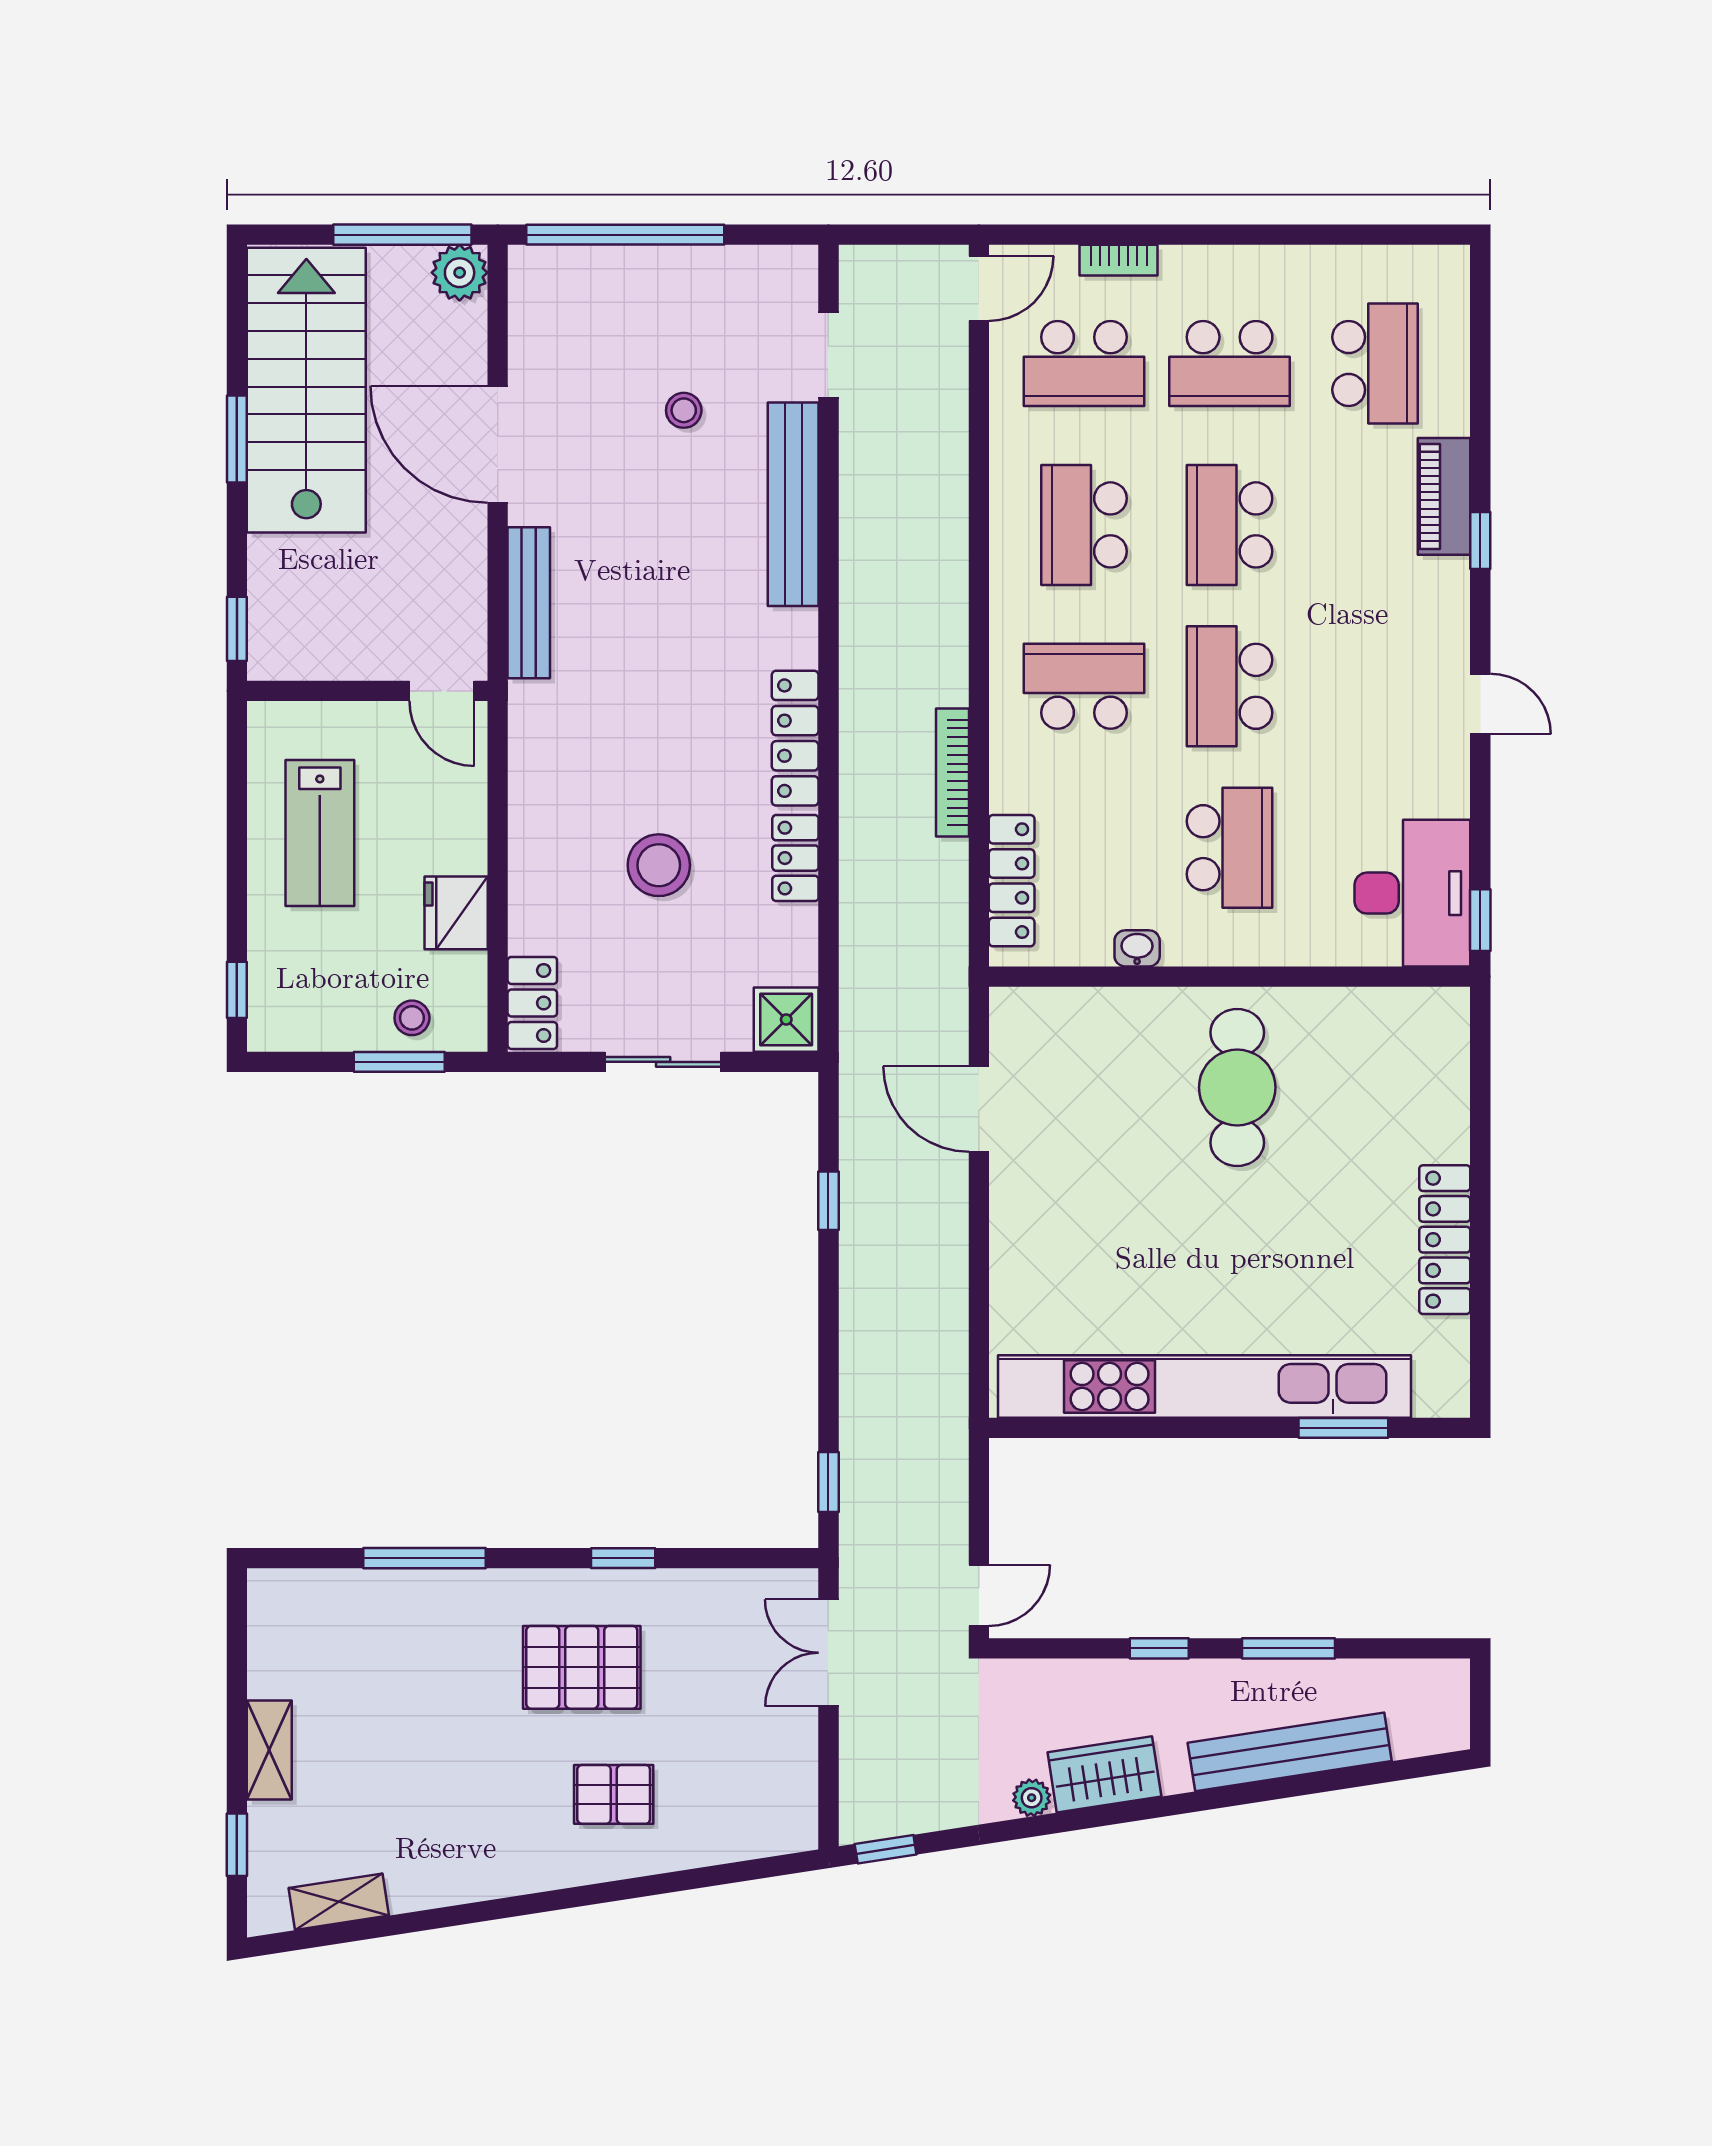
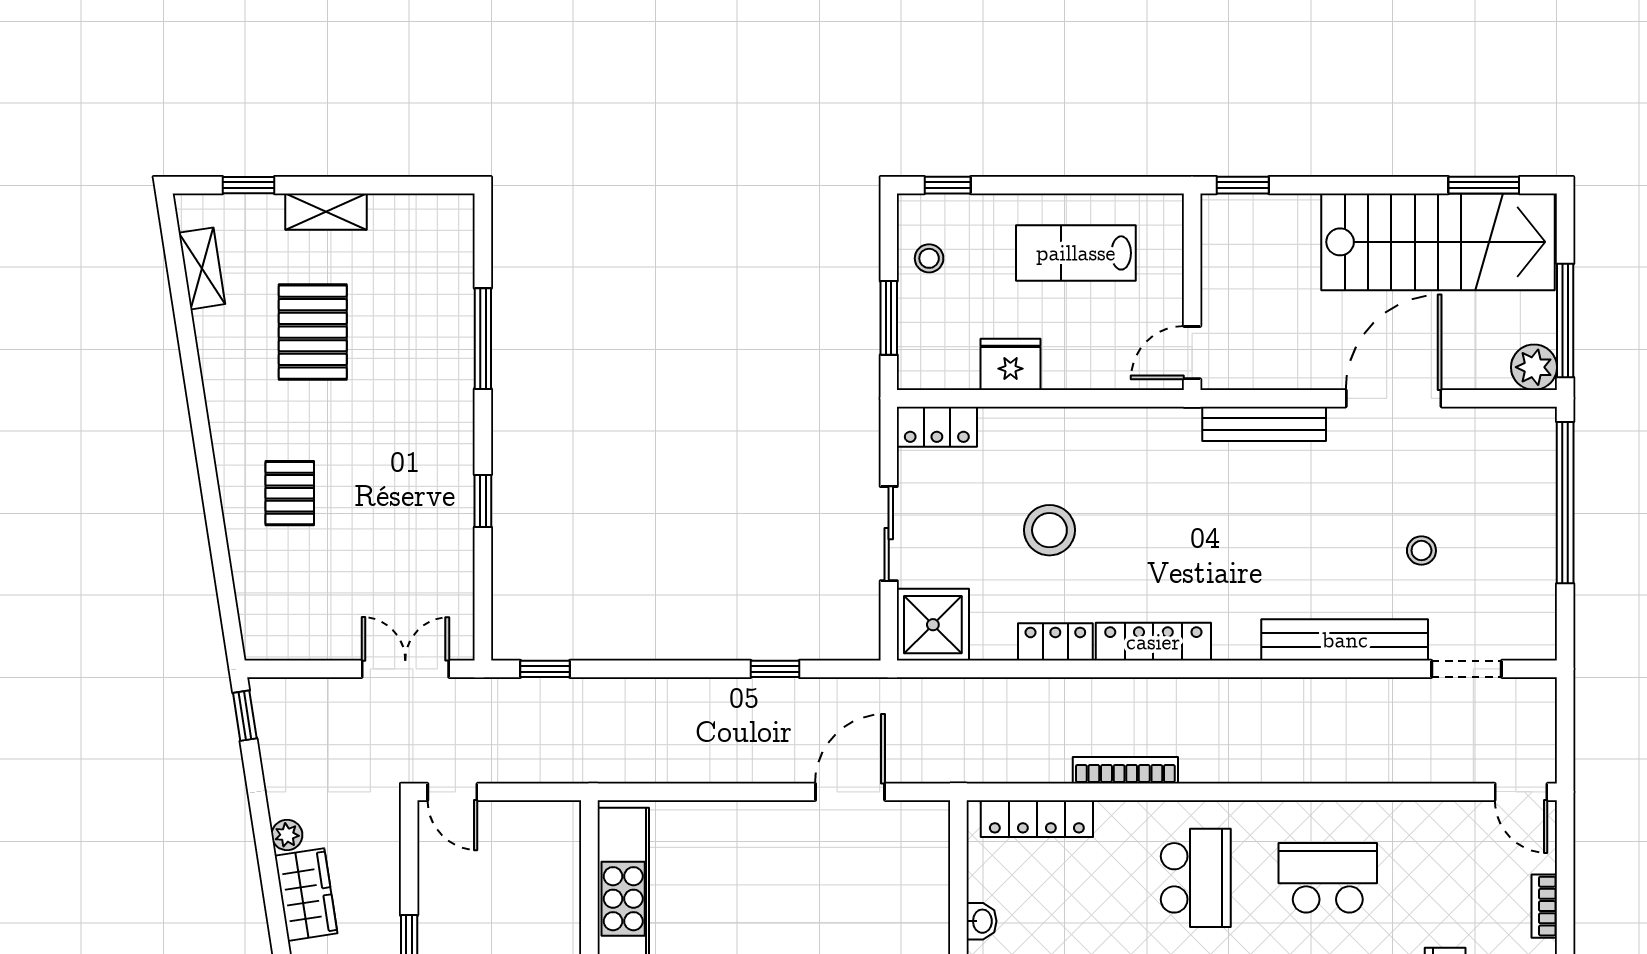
school desk: (1084, 364) -> (1460, 878), removed
window: (237, 439) -> (1484, 185), moved
stool: (412, 1018) -> (929, 258), moved
shower: (786, 1020) -> (933, 625), width x1.36, depth x1.36
pallet: (582, 1667) -> (313, 332), moved

